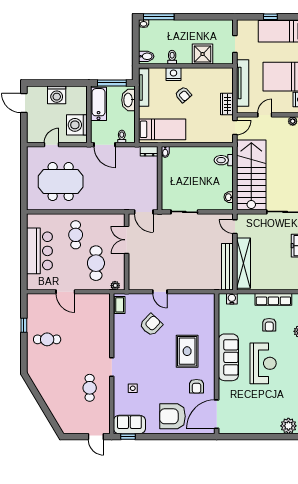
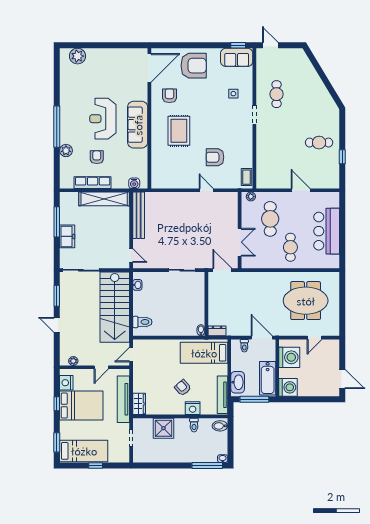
washing machine: (57, 95) -> (288, 387), moved, turned 90
wardrobe: (227, 104) -> (139, 404), moved
shelving: (244, 263) -> (104, 199), moved, turned 90
armchair: (151, 325) -> (215, 157), turned 46

